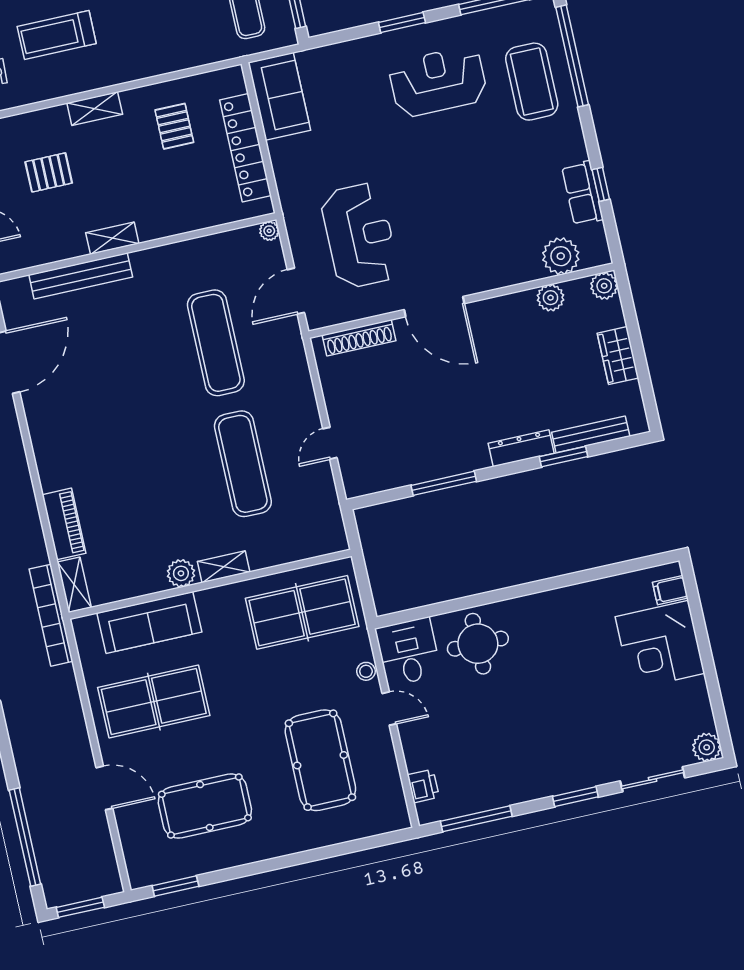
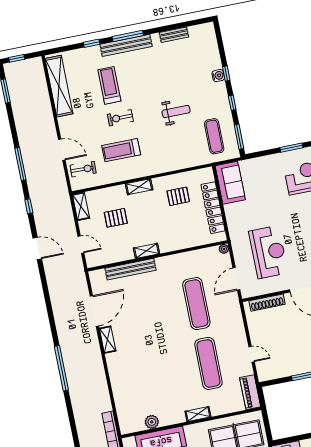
pallet: (174, 126) -> (178, 196), turned 90
door: (330, 443) -> (252, 354), swing flipped
piano: (64, 524) -> (250, 392), moved, turned 180
plant: (181, 573) -> (152, 422), moved
shelving: (74, 585) -> (108, 340), moved

